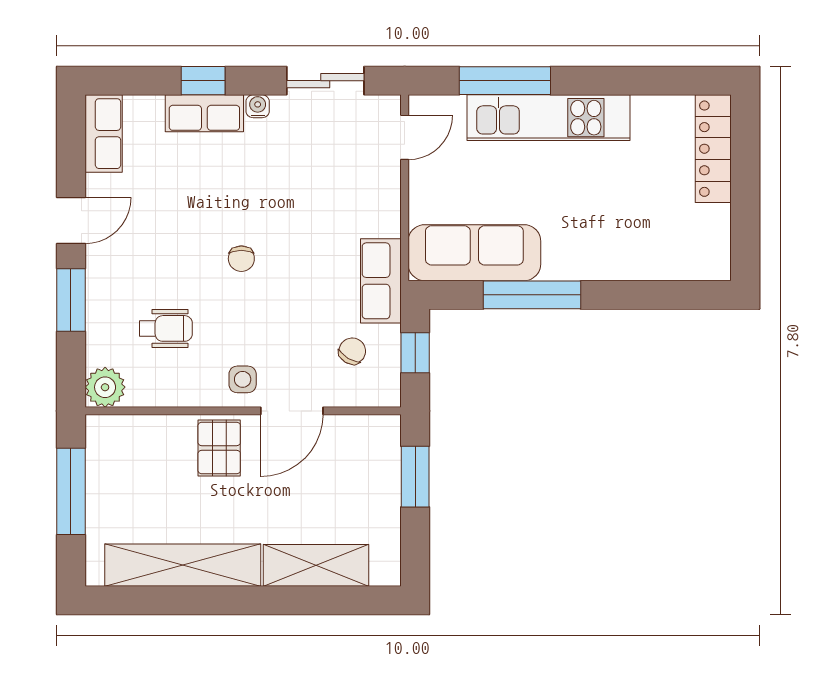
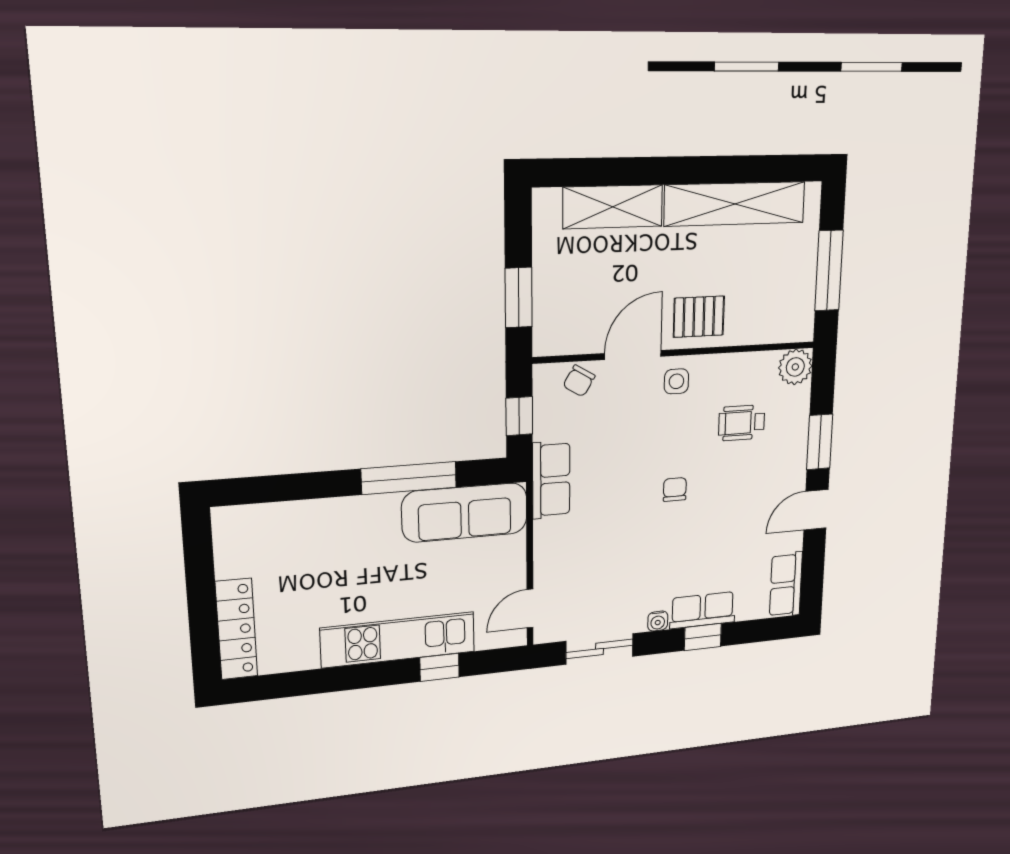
window: (505, 81) -> (440, 667), width x0.46
chair: (352, 351) -> (579, 381), moved
pallet: (219, 448) -> (699, 317), turned 90

